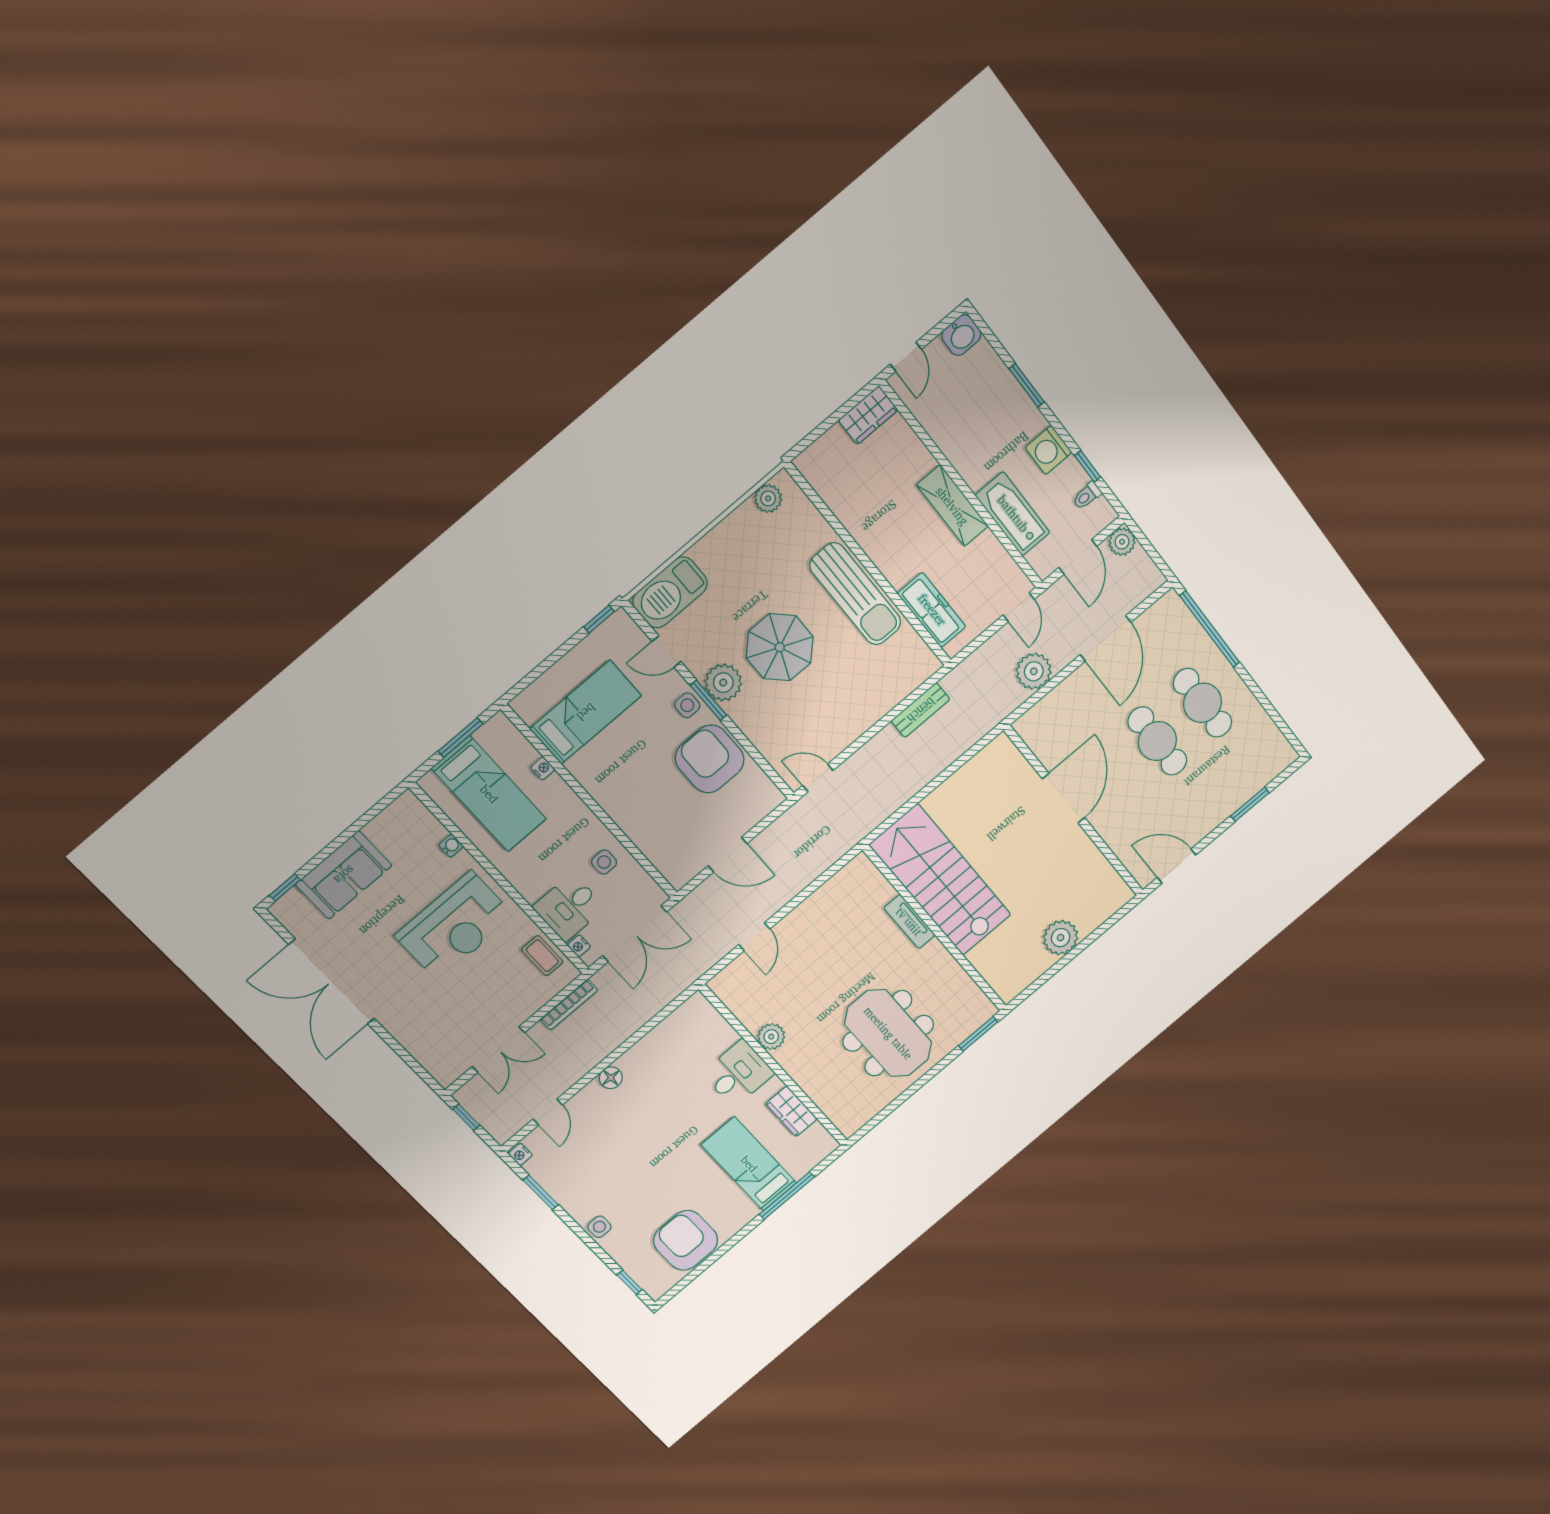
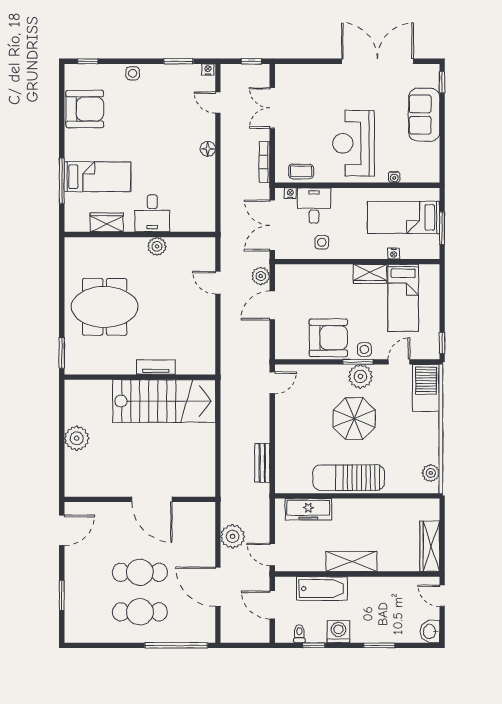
wardrobe: (868, 415) -> (430, 546), width x1.50
plant: (1122, 542) -> (261, 276), moved
wardrobe: (592, 775) -> (370, 274), added

